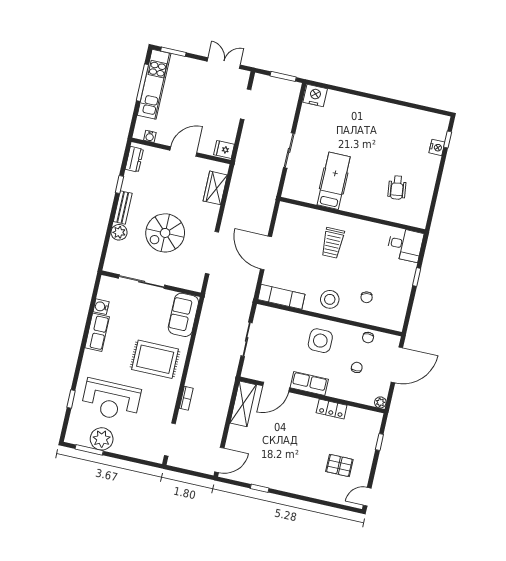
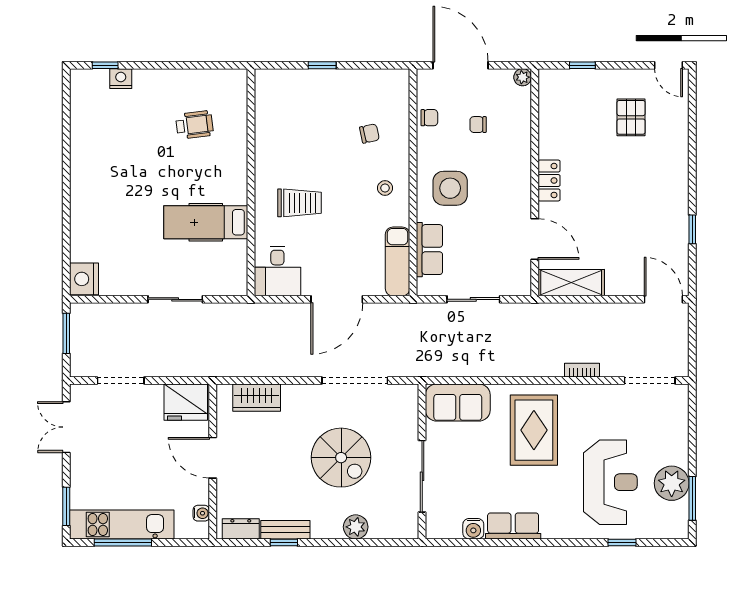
fridge: (224, 149) -> (186, 402), width x1.88, depth x1.34
bench: (123, 207) -> (285, 530), moved
desk: (405, 245) -> (277, 271), moved, turned 180
stool: (330, 299) -> (385, 188), width x0.53, depth x0.53
row of seats: (309, 383) -> (429, 250), moved, turned 180
locker: (332, 409) -> (549, 181), moved

